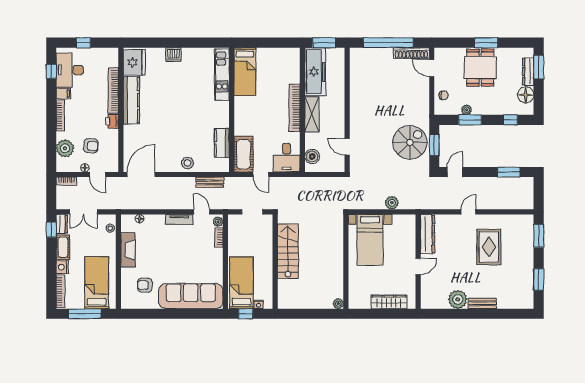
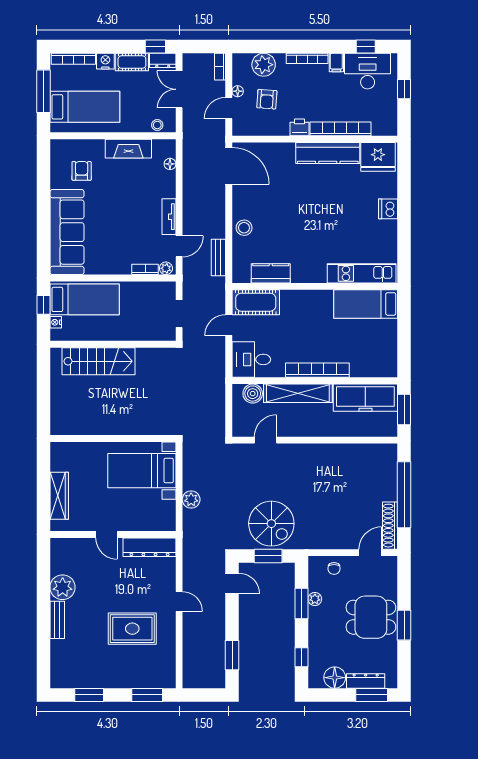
shelving: (312, 114) -> (298, 393), width x1.47
stairs: (288, 251) -> (99, 361), moved
plant: (338, 304) -> (57, 428), removed

